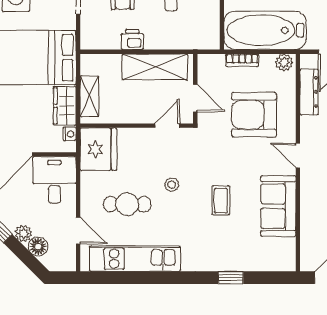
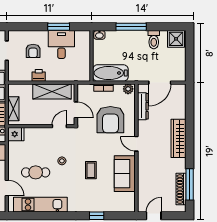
bathtub: (265, 30) -> (110, 73), width x0.73, depth x0.73
armchair: (254, 115) -> (110, 120), turned -90
fridge: (98, 149) -> (16, 134), width x0.53, depth x0.75

